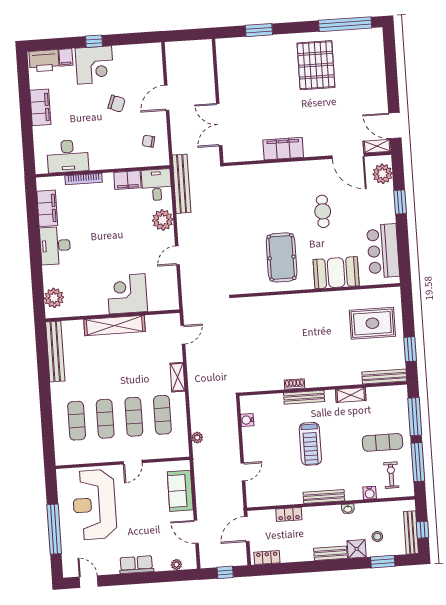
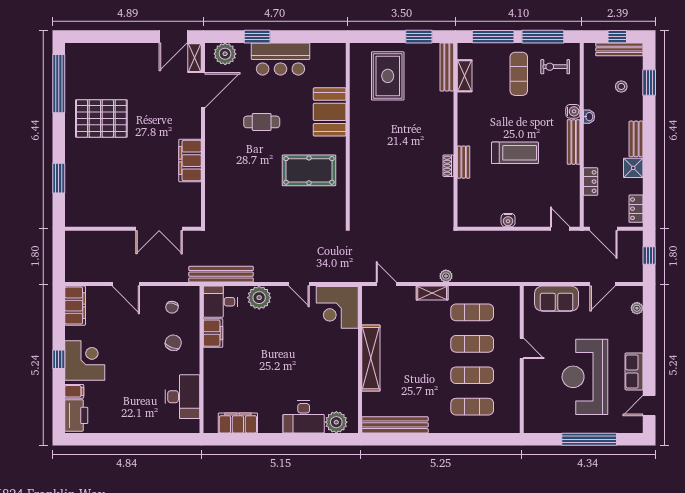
chair: (117, 104) -> (173, 343), moved
filing cabinet: (40, 107) -> (75, 306), moved, turned 90
bookcase: (84, 179) -> (209, 381), removed
desk: (55, 246) -> (304, 417), moved
bar counter: (383, 251) -> (280, 59), moved
corner desk: (127, 294) -> (337, 307), moved
shelving: (351, 395) -> (465, 76), moved
bench: (304, 397) -> (464, 162), width x0.73
water cooler: (247, 420) -> (508, 220), moved
plant: (197, 438) -> (446, 276), moved
door: (243, 472) -> (560, 229), moved
water cooler: (370, 493) -> (573, 111), moved
reception desk: (94, 505) -> (585, 377), moved, turned 90
shower: (357, 549) -> (633, 168), moved
row of seats: (136, 565) -> (634, 371), moved

